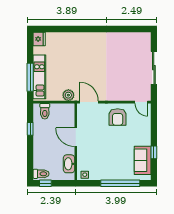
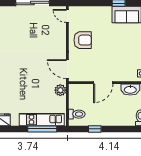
door: (89, 102) -> (67, 69), hinge flipped
door: (141, 102) -> (67, 16), swing flipped

